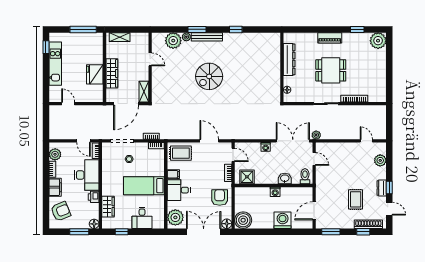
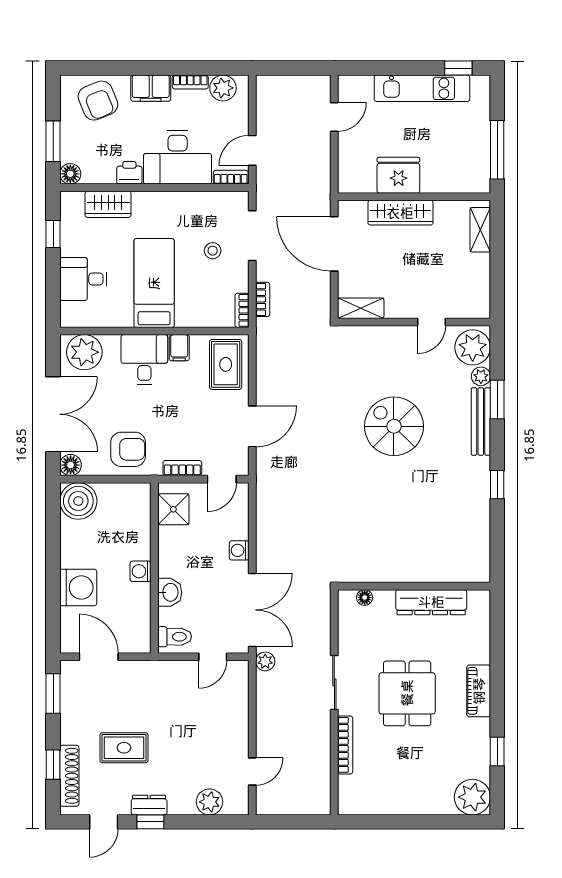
door: (150, 59) -> (431, 322), moved
wall: (150, 67) -> (414, 322), moved
shelving: (144, 92) -> (361, 308), moved

